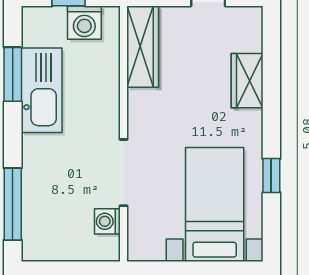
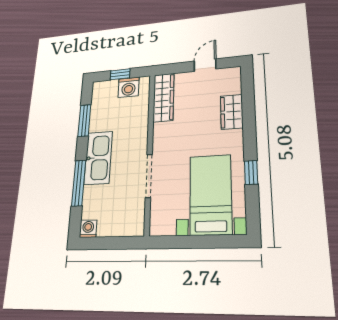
kitchen sink: (42, 90) -> (98, 158), moved
window: (13, 204) -> (79, 183), moved
washing machine: (107, 221) -> (88, 229), moved, turned 90

